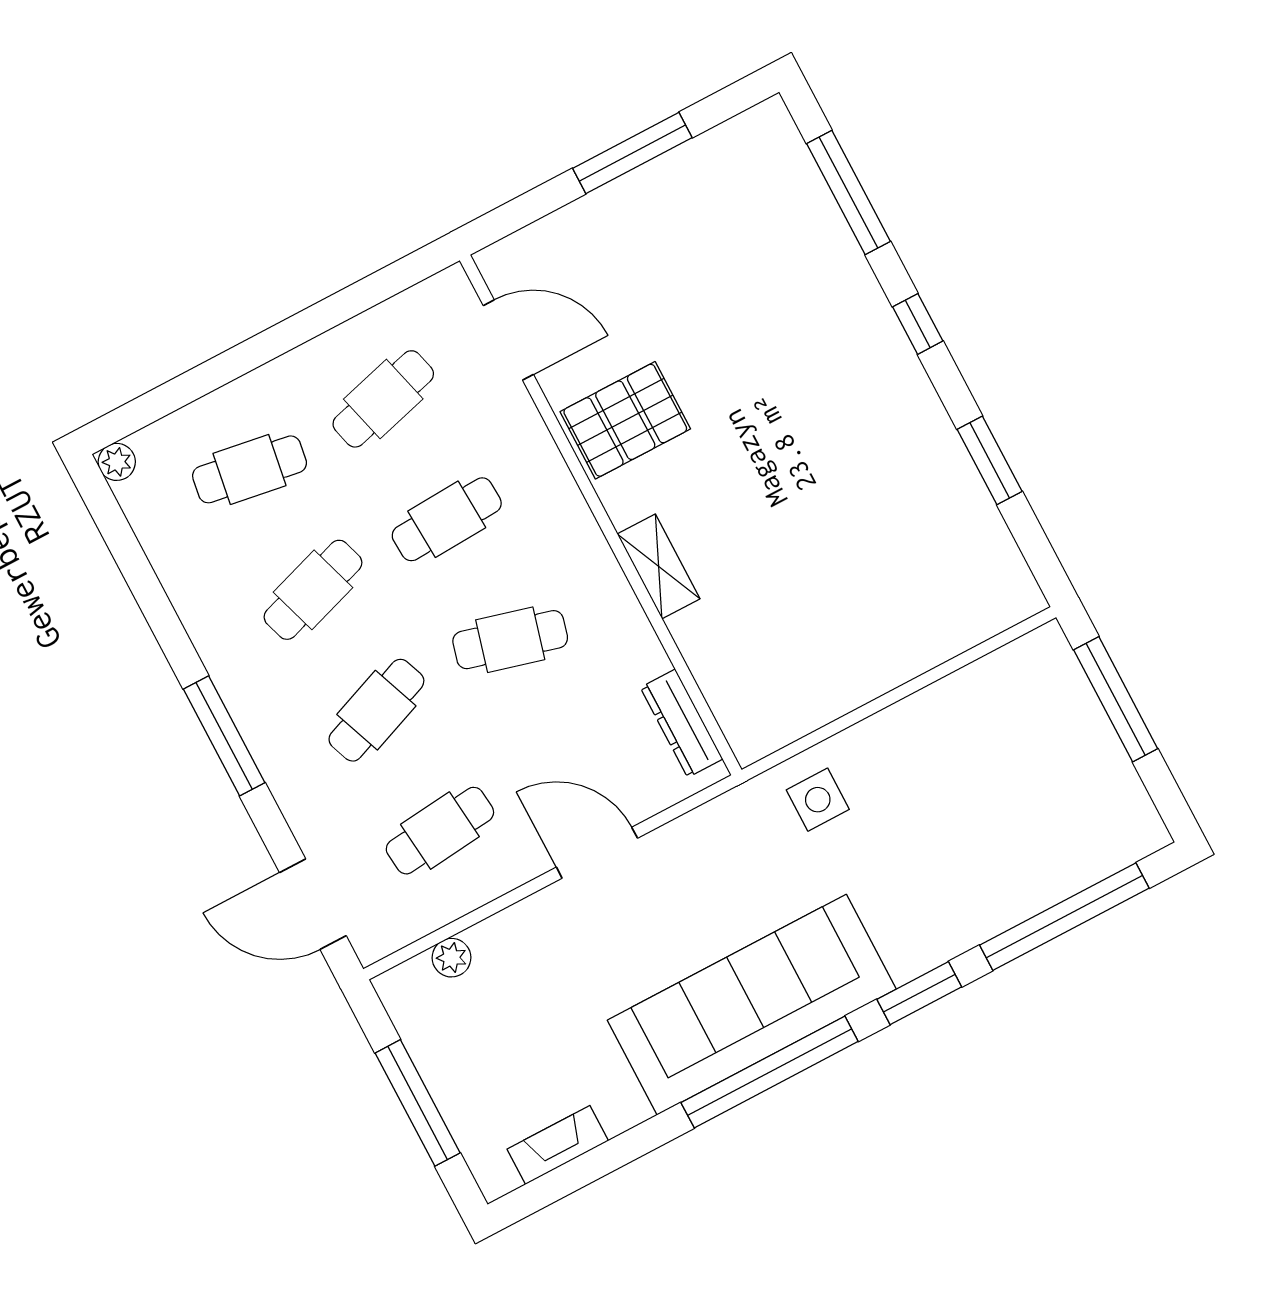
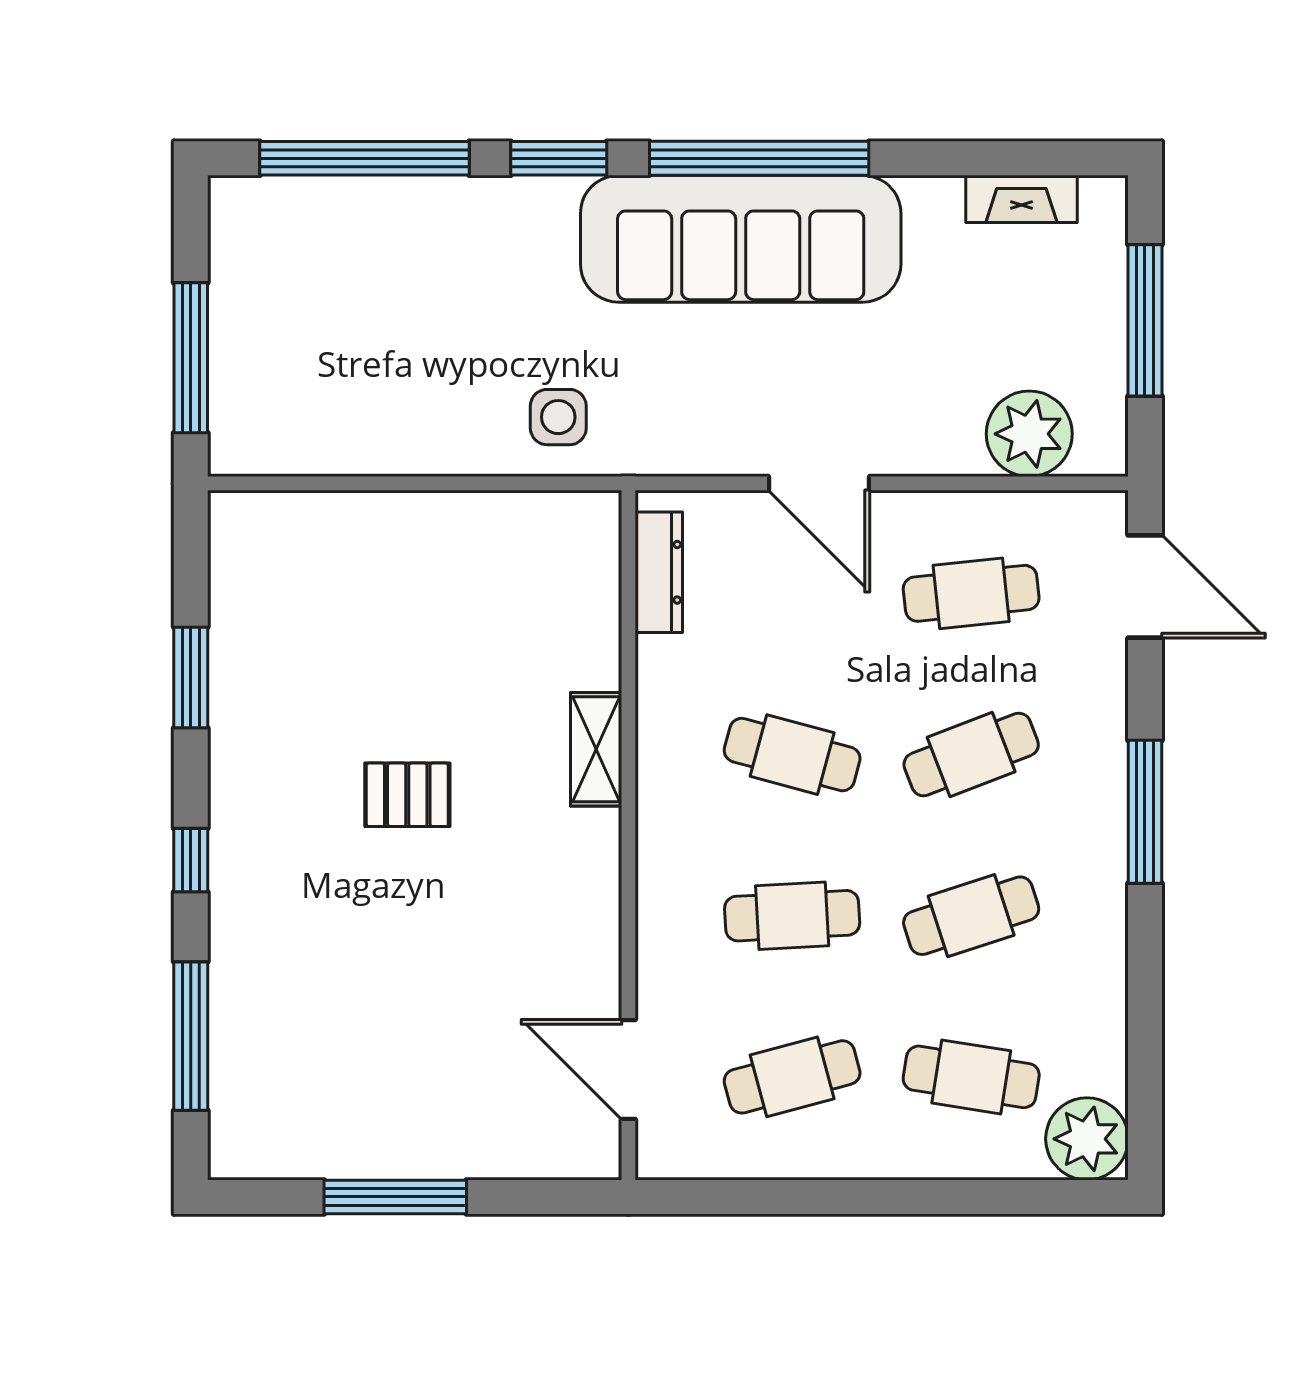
pallet: (625, 420) -> (407, 795), moved, width x0.67, depth x0.71
plant: (117, 462) -> (1087, 1139), width x1.87, depth x1.87
plant: (451, 958) -> (1029, 434), width x1.87, depth x1.87

